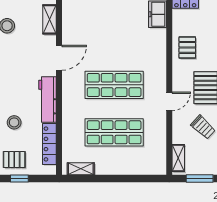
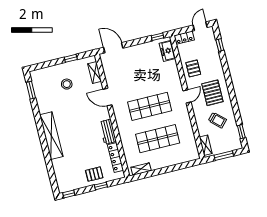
door: (59, 58) -> (108, 97), swing flipped
workbench: (48, 99) -> (108, 132), width x0.73
door: (169, 101) -> (187, 96), moved
stool: (14, 122) -> (88, 149), removed

